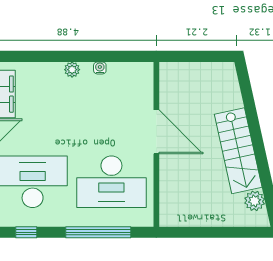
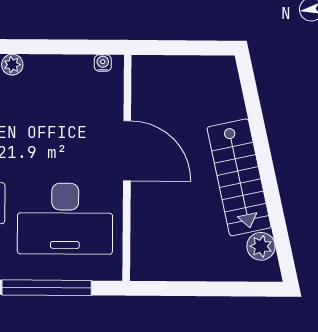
water cooler: (100, 68) -> (103, 63), moved

